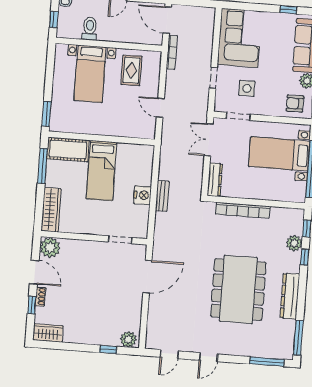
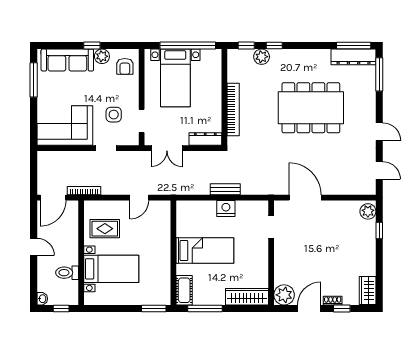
window: (288, 10) -> (34, 80), width x2.17
cot: (68, 150) -> (184, 290), width x0.73, depth x0.75
dresser: (290, 296) -> (354, 57), moved

